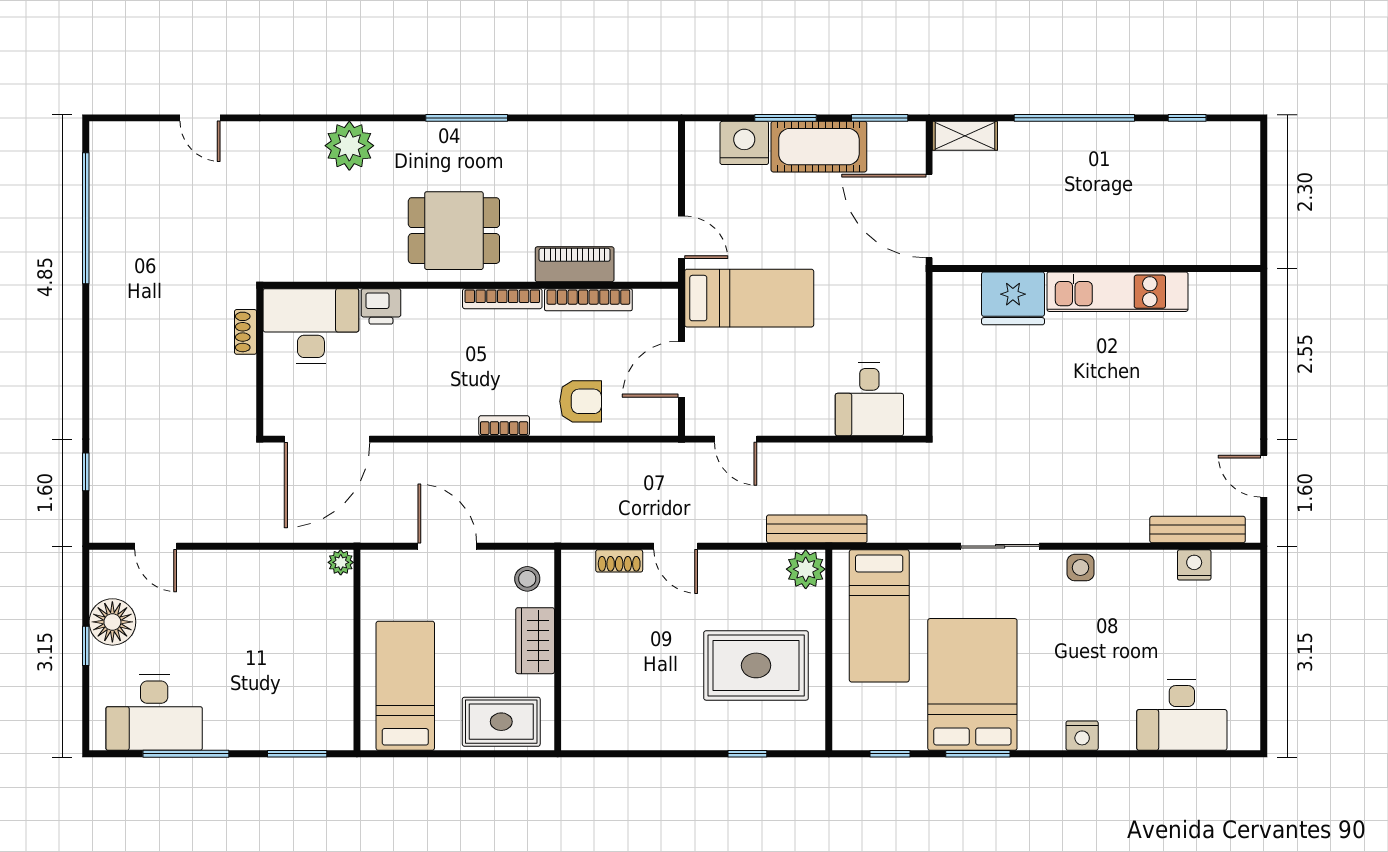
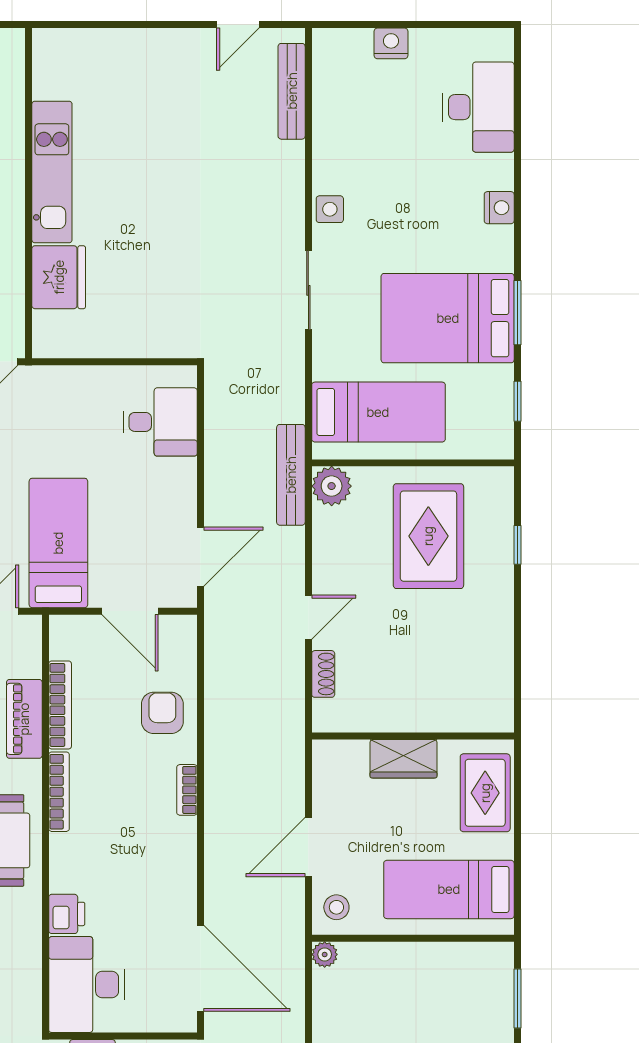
door: (736, 439) -> (200, 557), width x1.38
nightstand: (1194, 565) -> (391, 43), moved, turned 90
stool: (527, 579) -> (336, 907), moved

